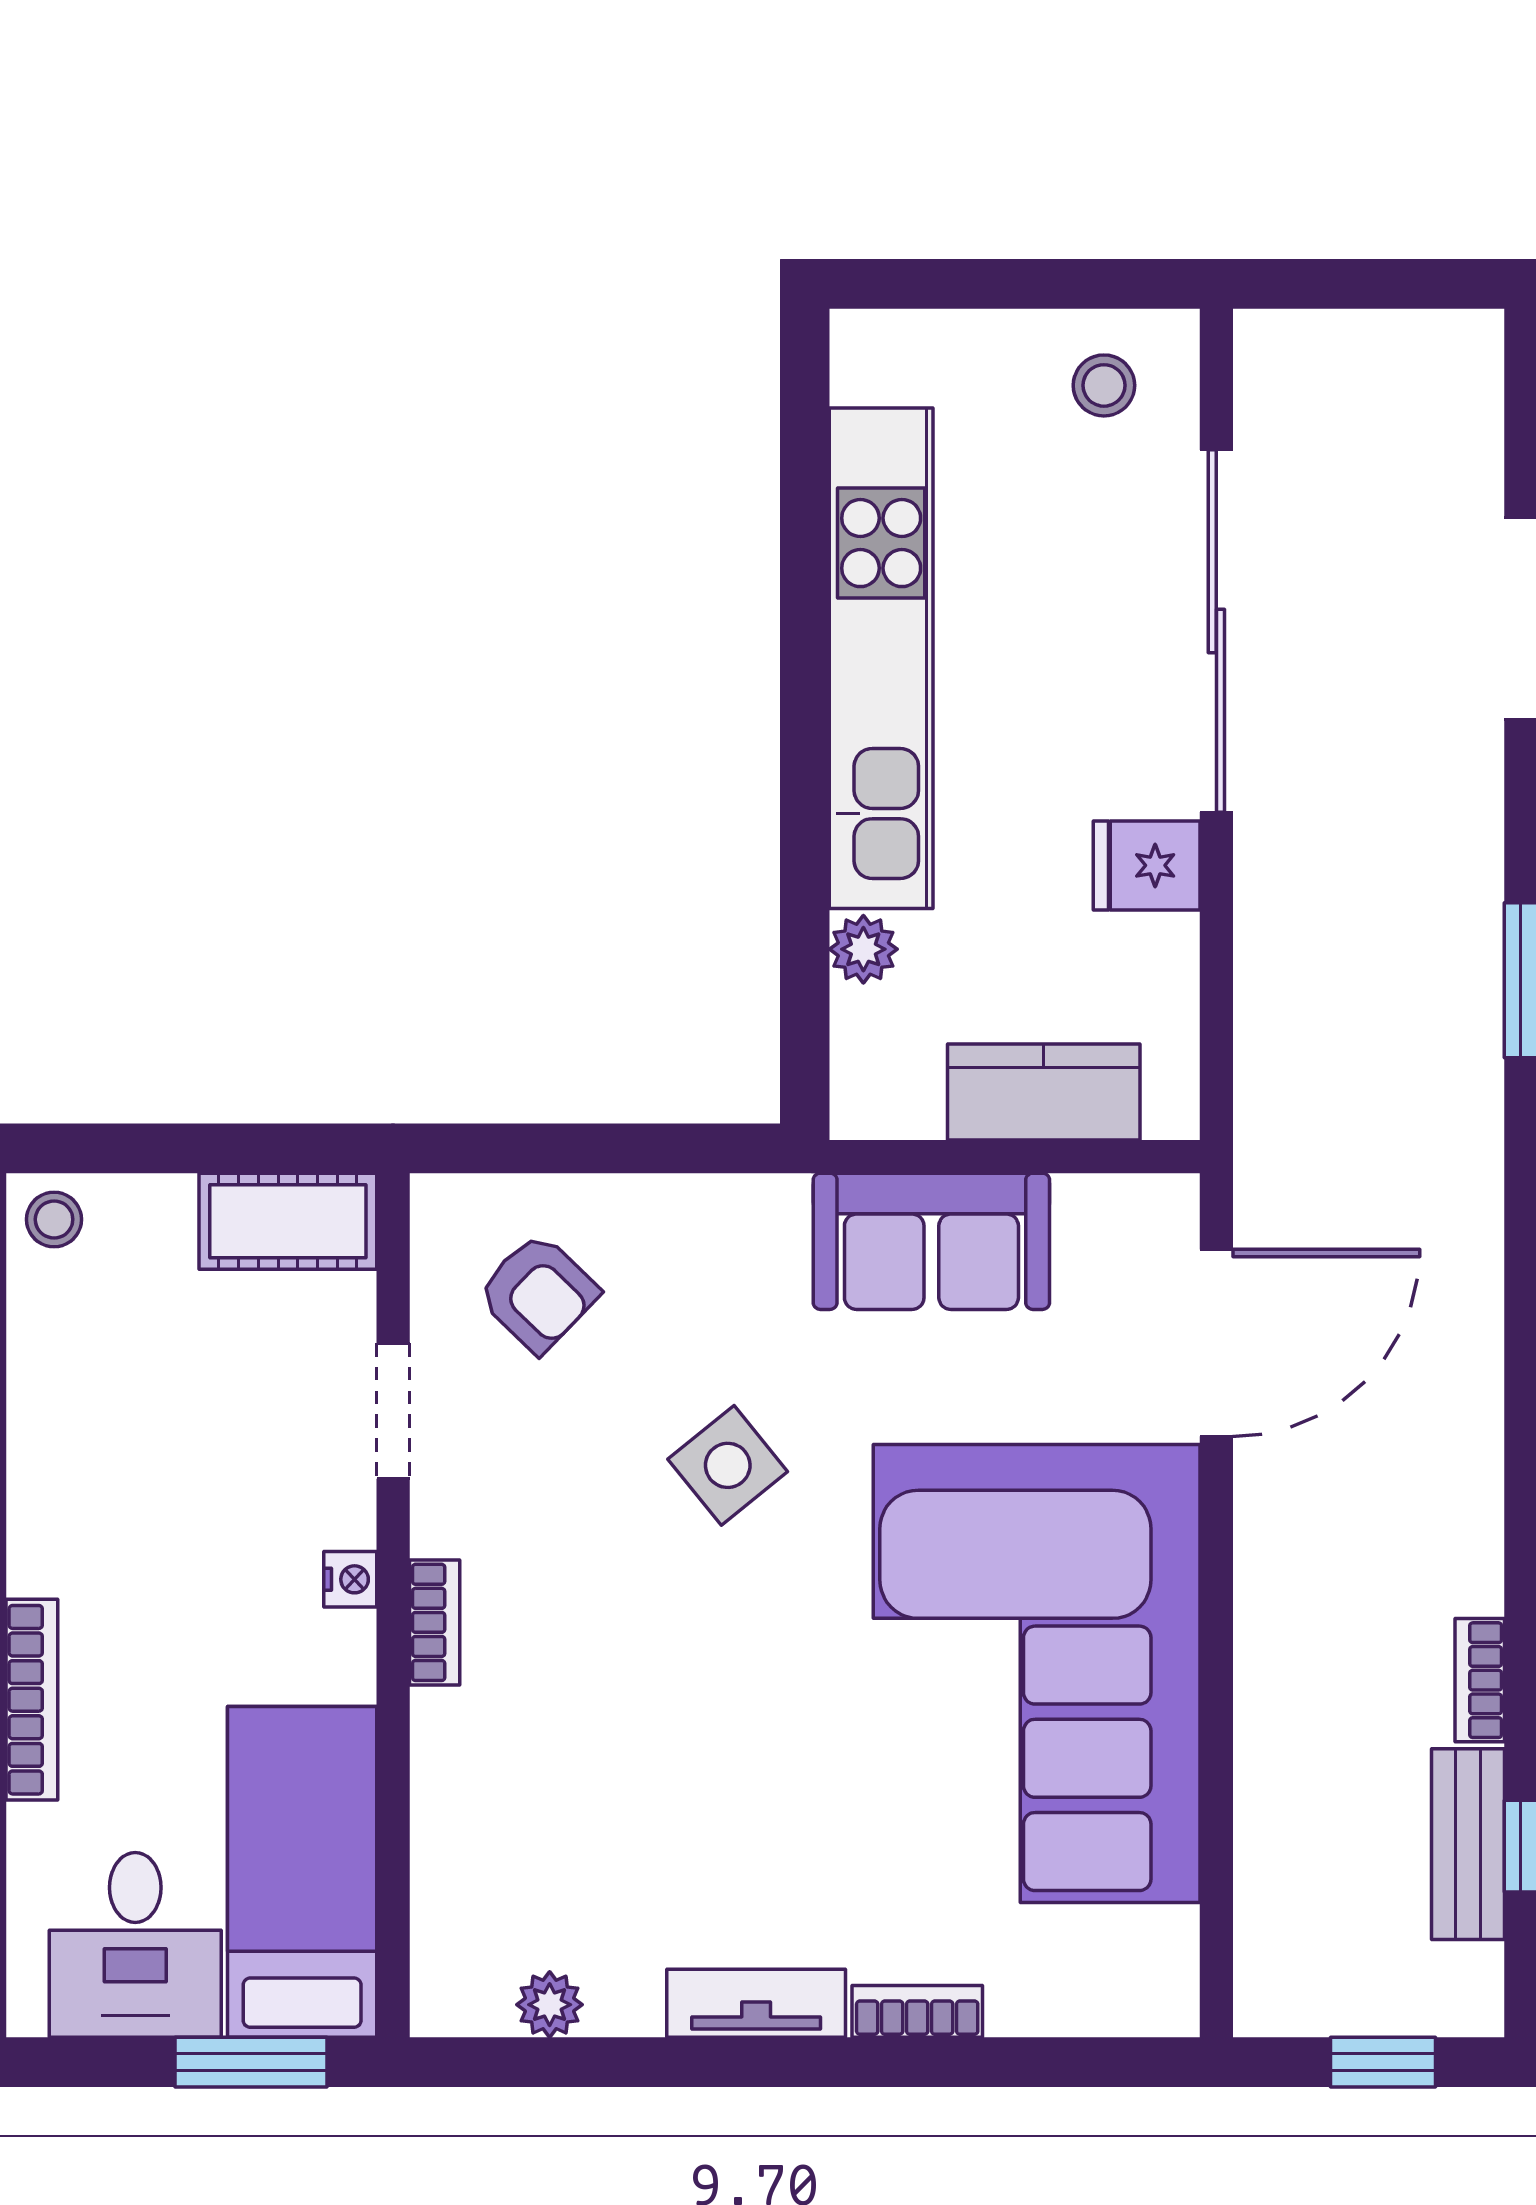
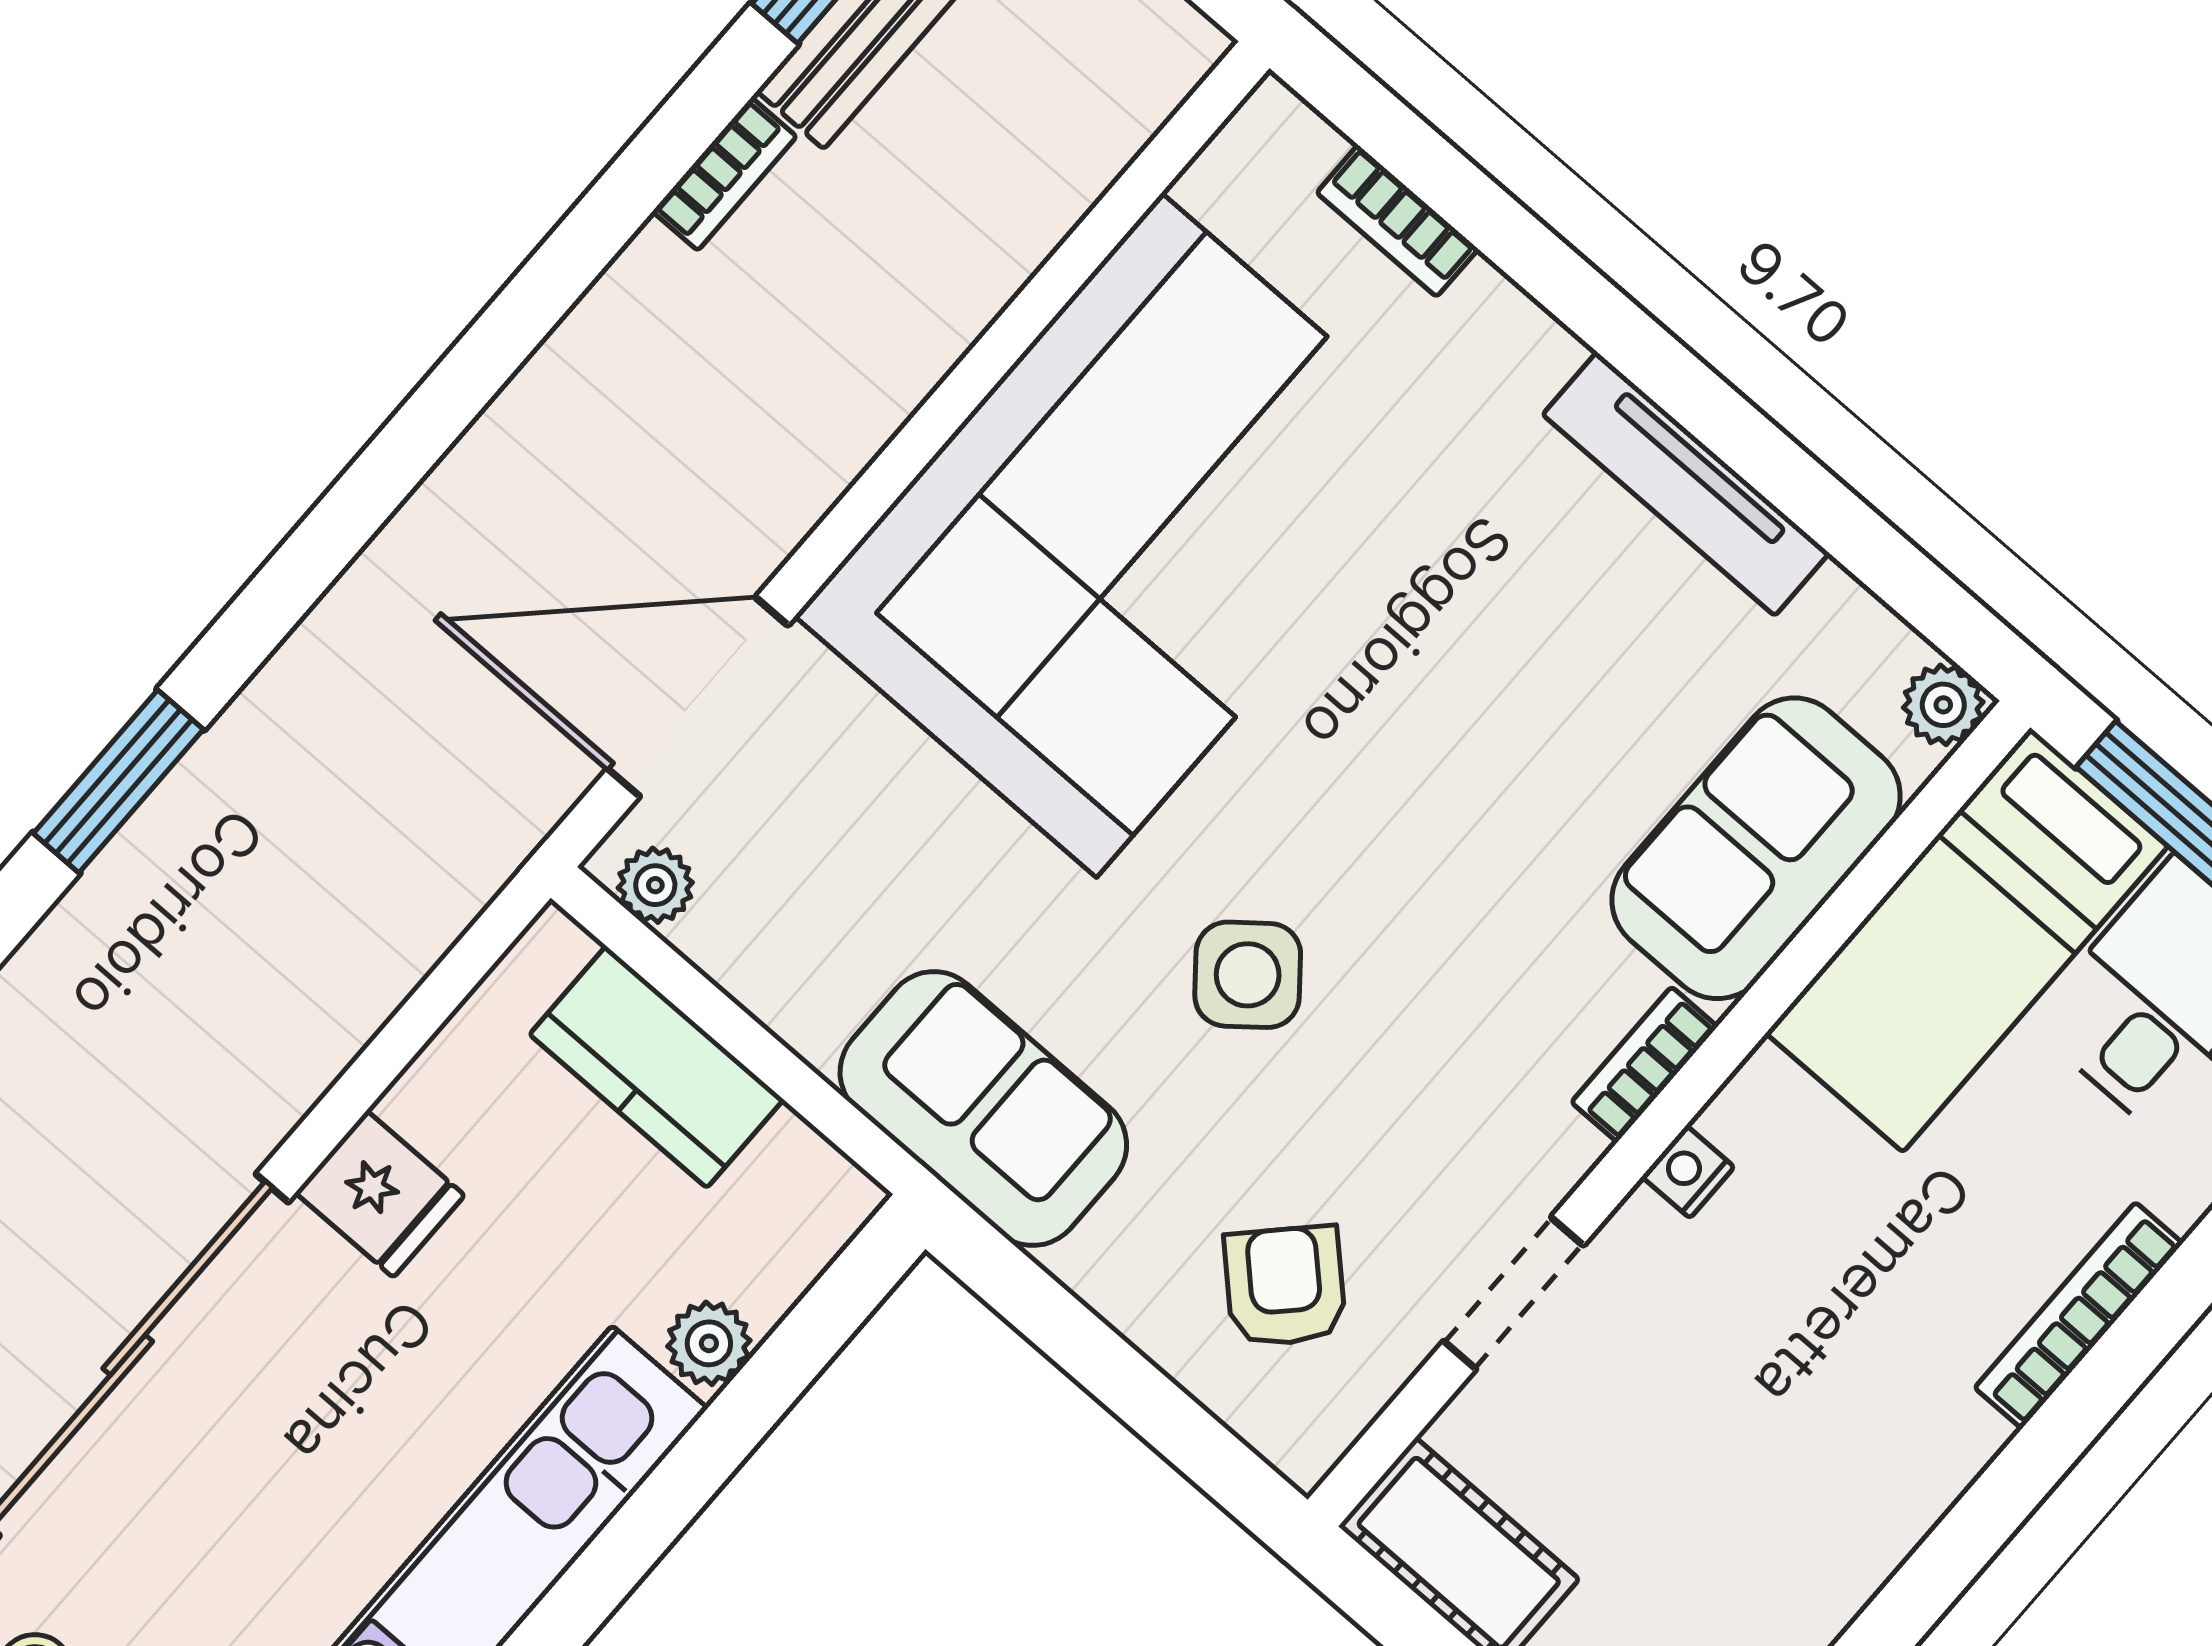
plant: (1142, 1204) -> (655, 885), added
sofa: (931, 1241) -> (983, 1109), moved
sofa: (481, 1816) -> (1756, 848), added
tv unit: (756, 2003) -> (1686, 484), width x1.41
plant: (550, 2005) -> (1943, 705), moved
bookcase: (917, 2011) -> (1397, 221), moved

